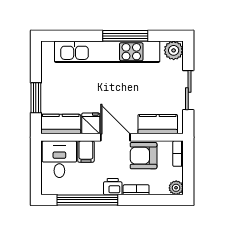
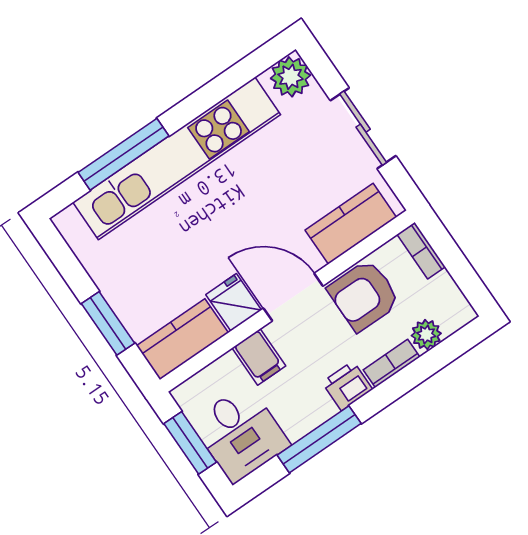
window: (125, 36) -> (124, 154), moved
desk: (59, 159) -> (240, 433), moved, turned 180
window: (36, 167) -> (190, 443), added
plant: (176, 188) -> (426, 335), moved
window: (87, 200) -> (319, 439), width x0.68

